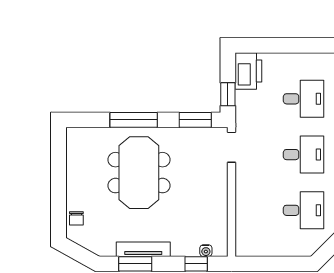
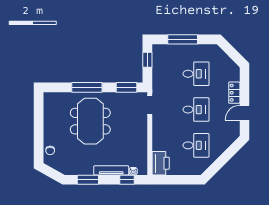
window: (283, 45) -> (183, 39), added
printer: (248, 71) -> (161, 163), moved
window: (228, 94) -> (147, 60), moved
tv unit: (143, 249) -> (111, 170), moved

